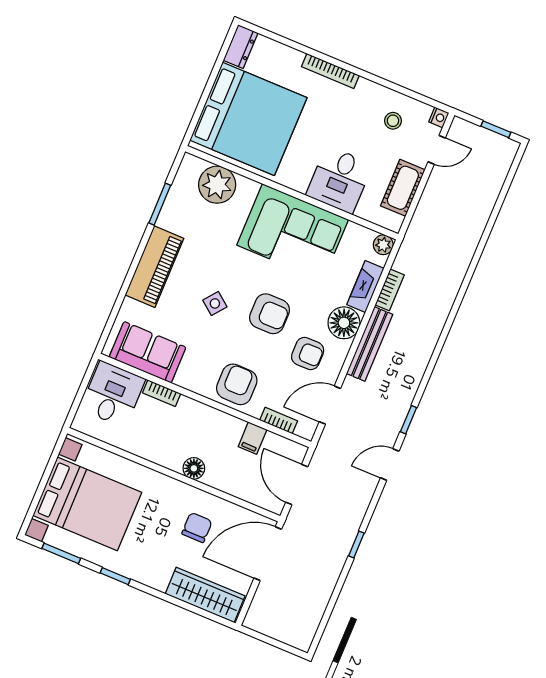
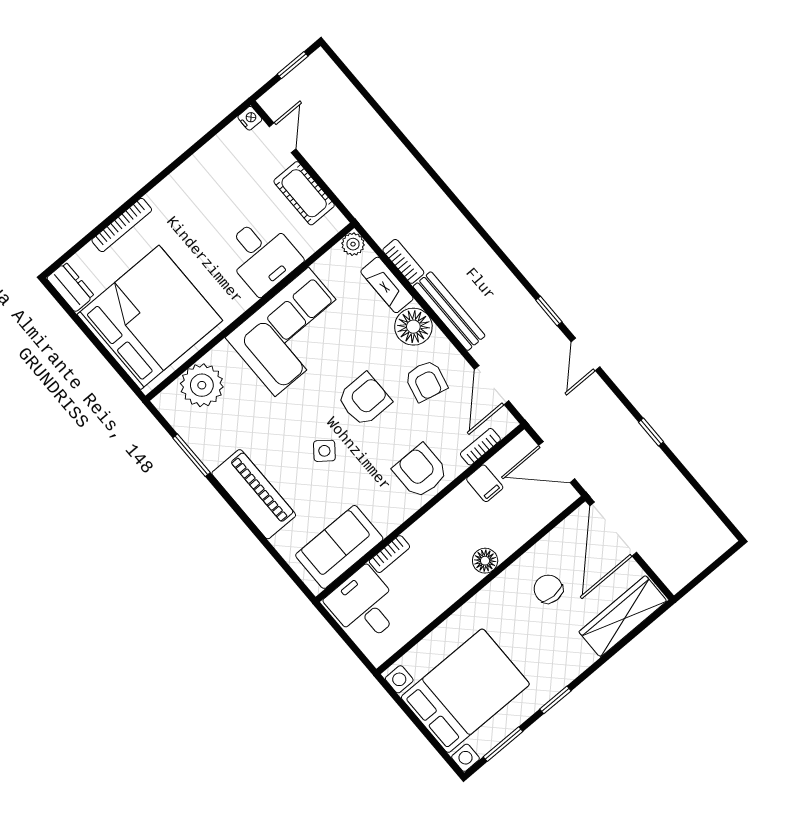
bookcase: (330, 71) -> (122, 225), moved
stool: (393, 121) -> (229, 168), removed
armchair: (308, 354) -> (426, 381), turned 103

